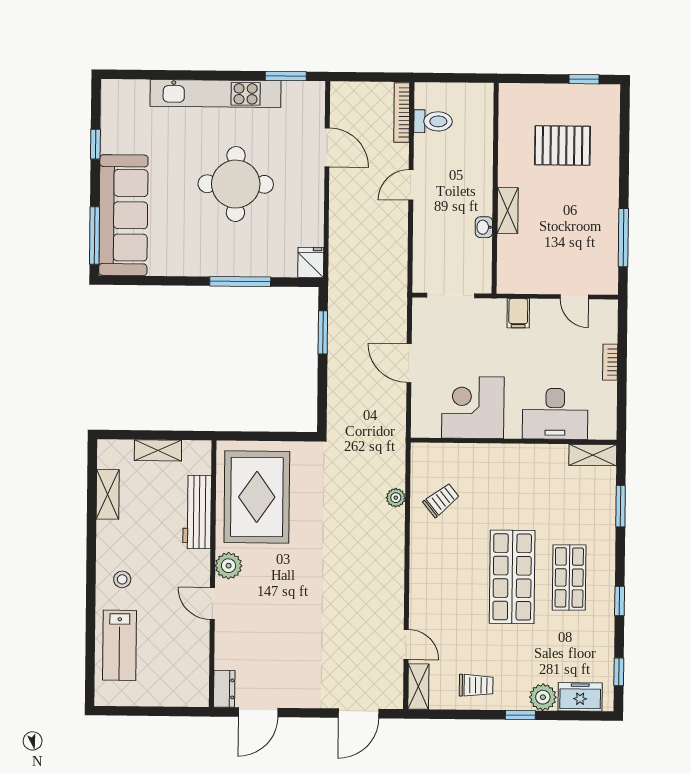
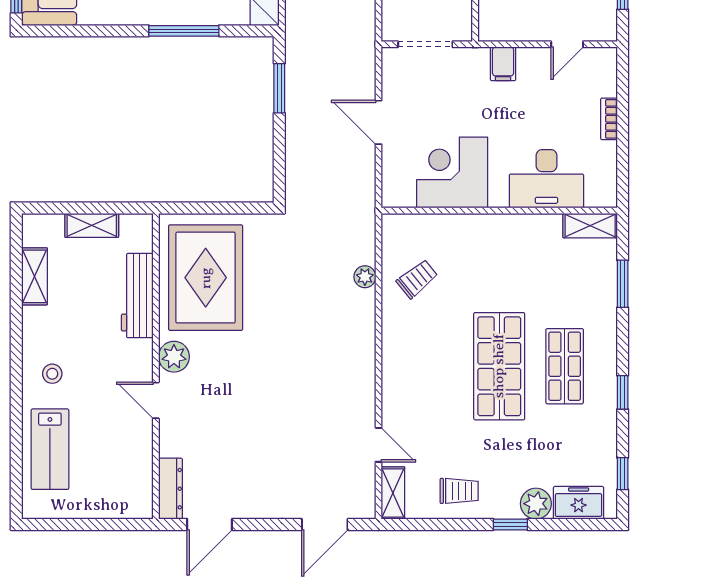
door: (574, 297) -> (567, 44), hinge flipped
dresser: (224, 689) -> (170, 489), width x1.44

